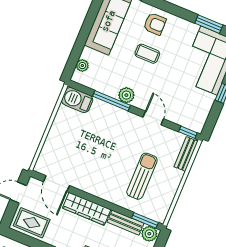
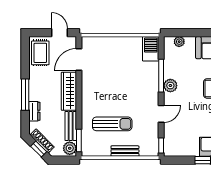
bench: (186, 154) -> (125, 151), moved

